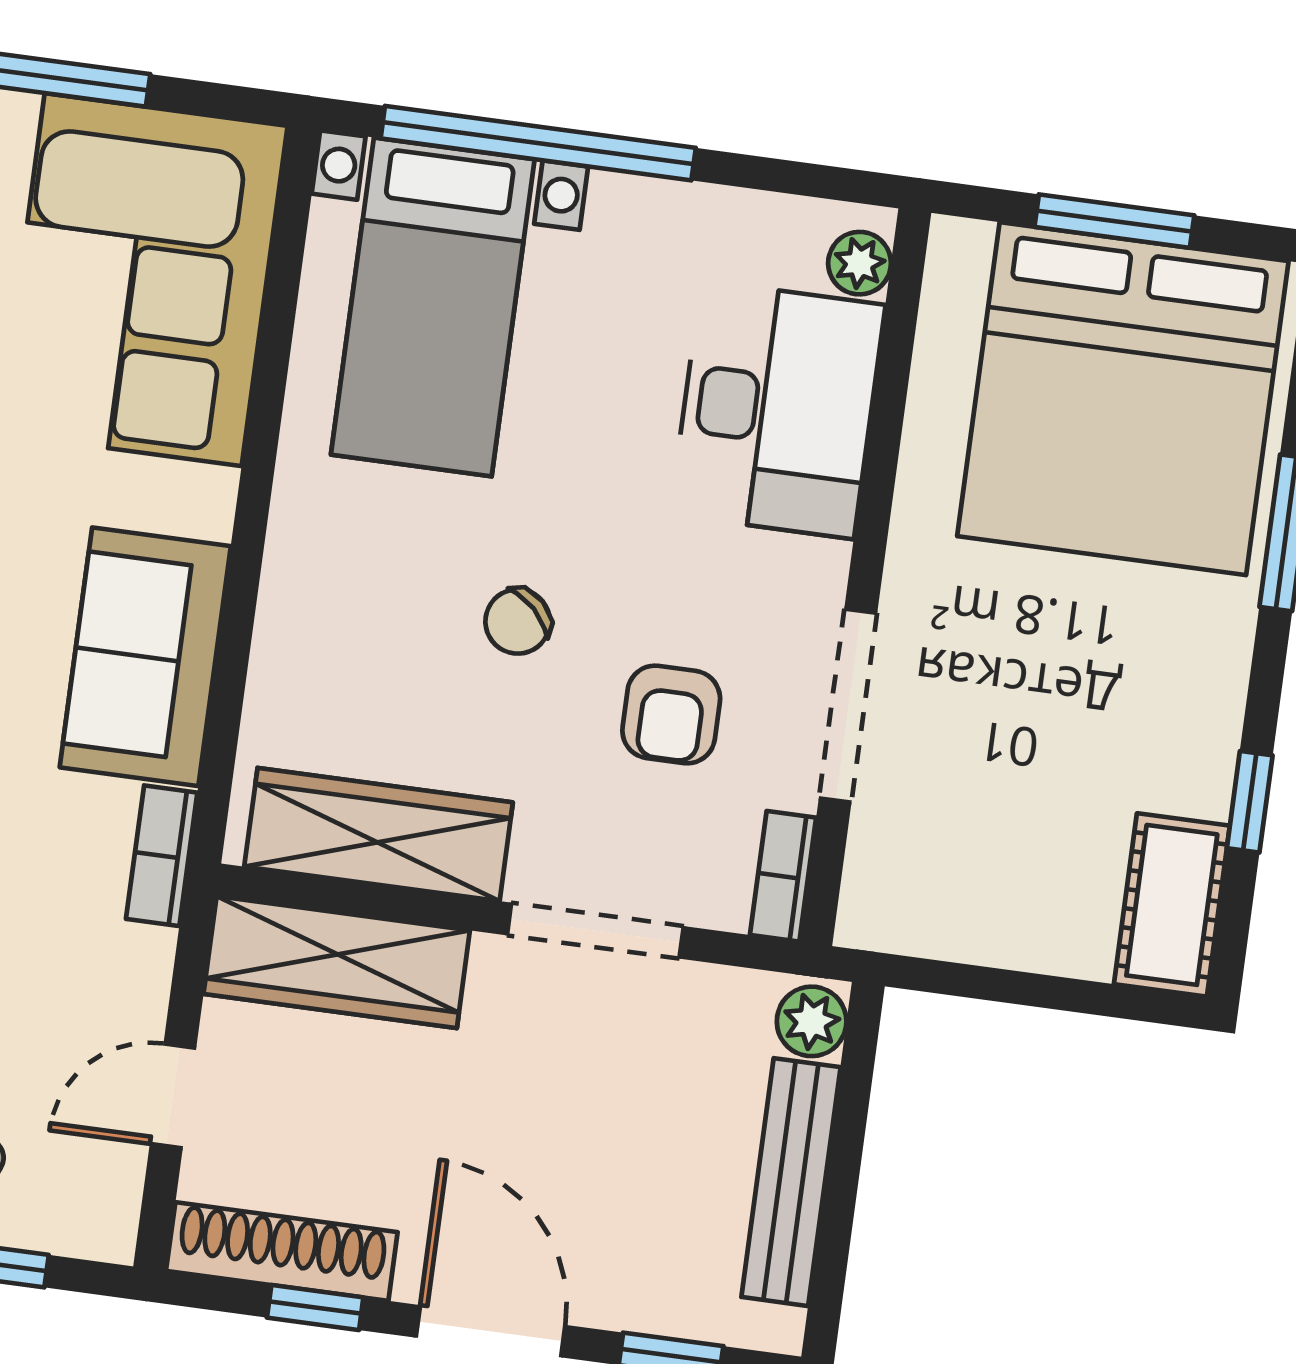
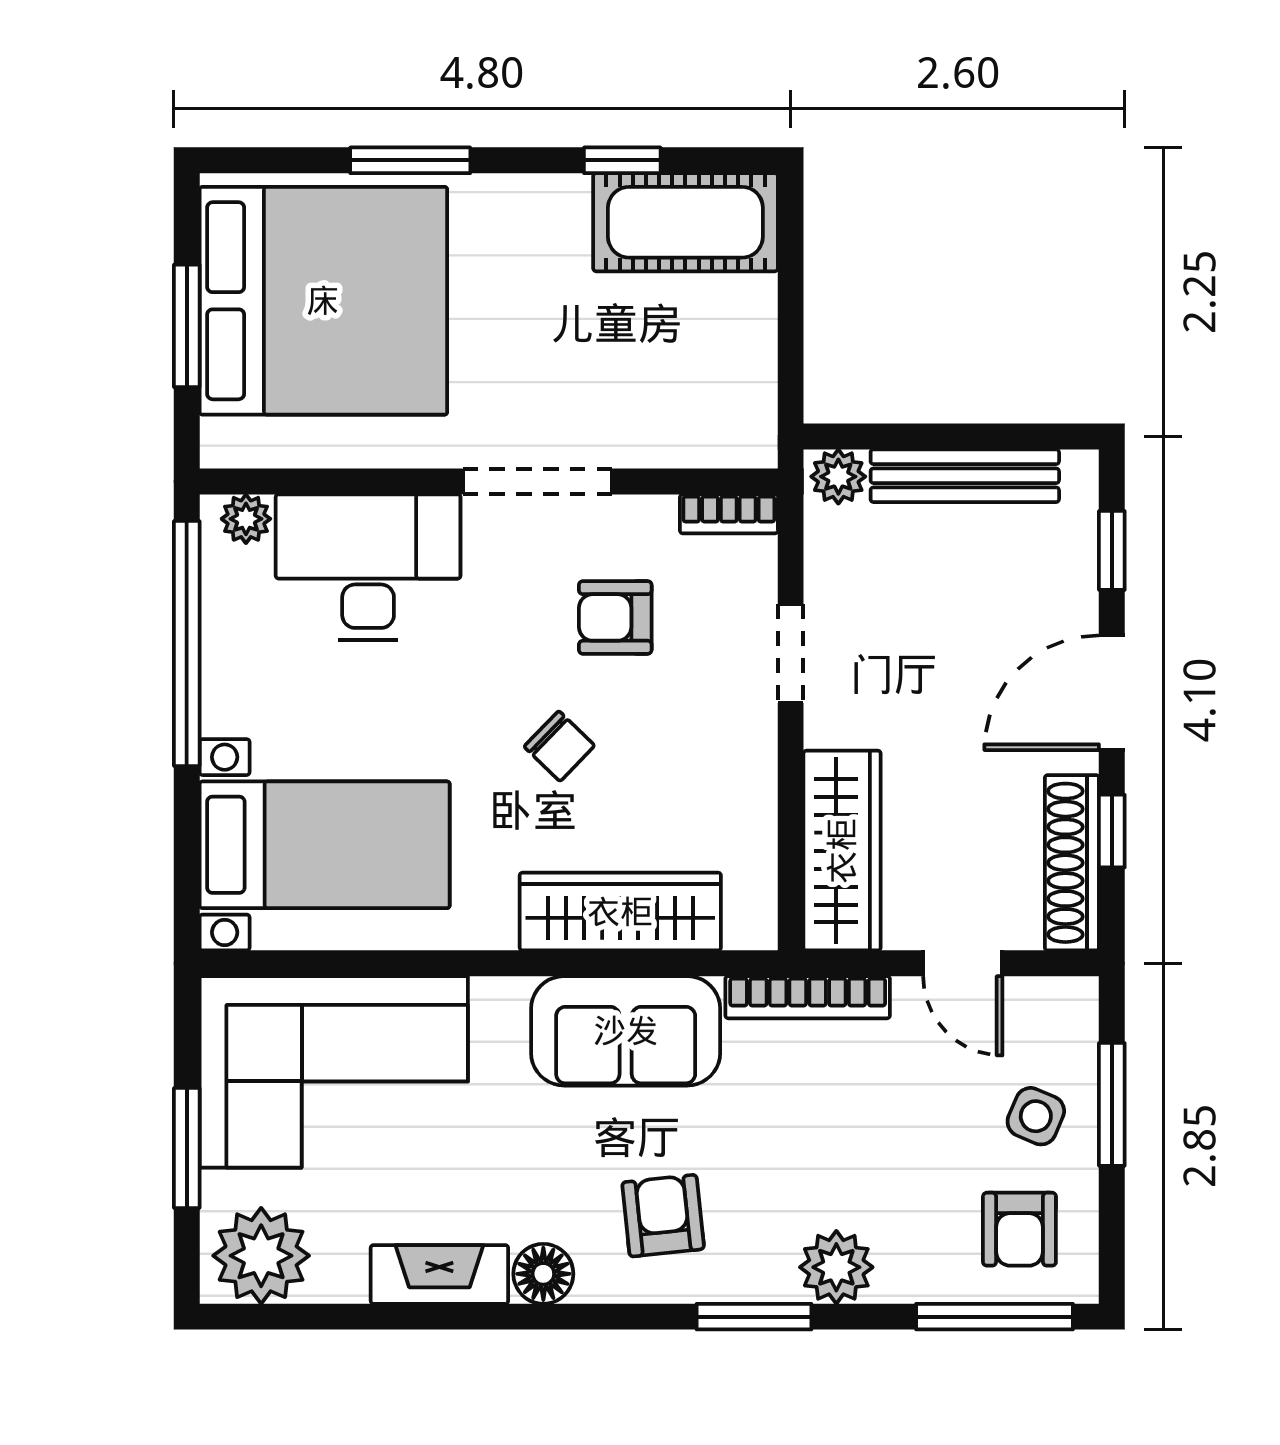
window: (538, 143) -> (187, 643), moved
doorway: (848, 706) -> (537, 481), moved
armchair: (671, 714) -> (615, 617), turned 180
wardrobe: (379, 834) -> (620, 912), moved, turned 90
bookcase: (162, 856) -> (808, 997), width x1.56
cot: (1172, 905) -> (685, 222), width x1.37, depth x1.34
doorway: (595, 931) -> (791, 654), width x0.73

